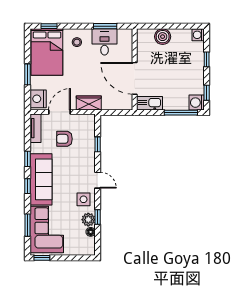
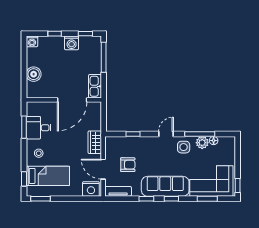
bed: (47, 52) -> (48, 176), width x0.67
window: (27, 74) -> (41, 199), moved
washing machine: (197, 103) -> (72, 43), moved
armchair: (64, 139) -> (128, 165), turned -90
window: (98, 217) -> (200, 134), width x2.17

